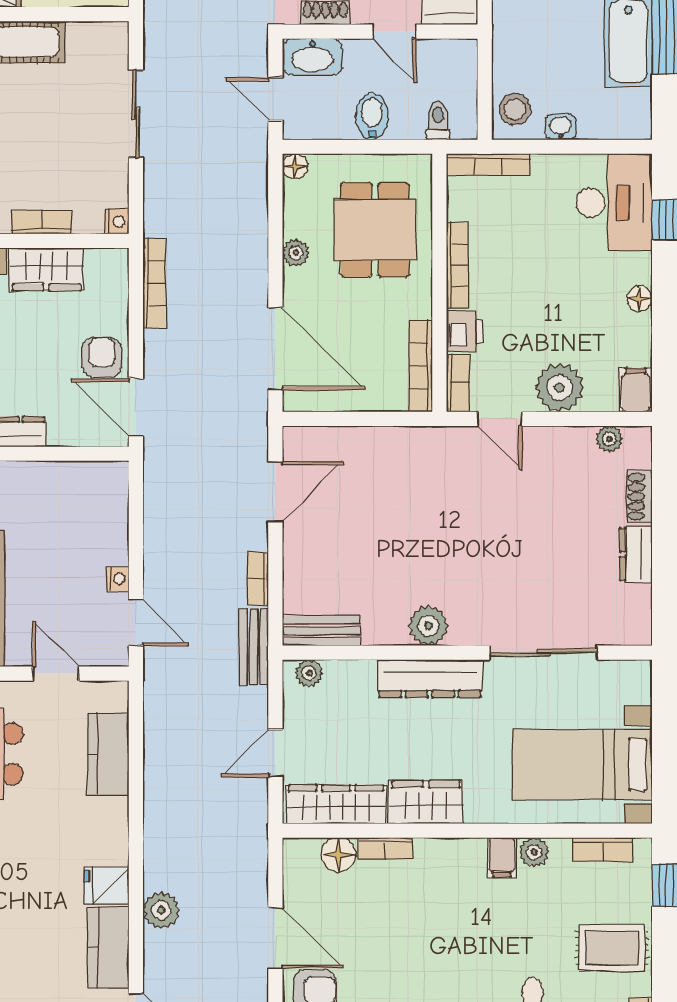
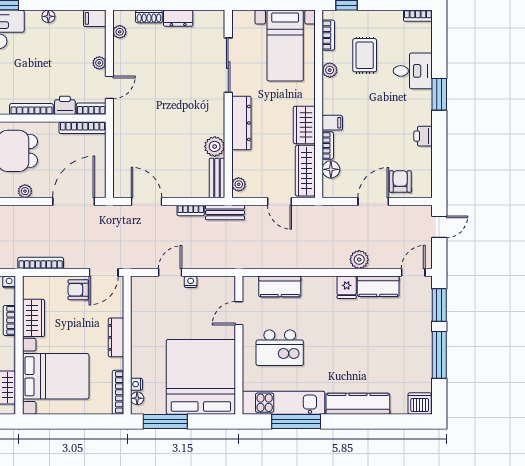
plant: (559, 388) -> (99, 63), width x0.53, depth x0.53
door: (136, 622) -> (170, 272), moved
plant: (428, 626) -> (215, 146), moved
filing cabinet: (502, 857) -> (332, 123), moved
rug: (612, 948) -> (365, 55), moved

